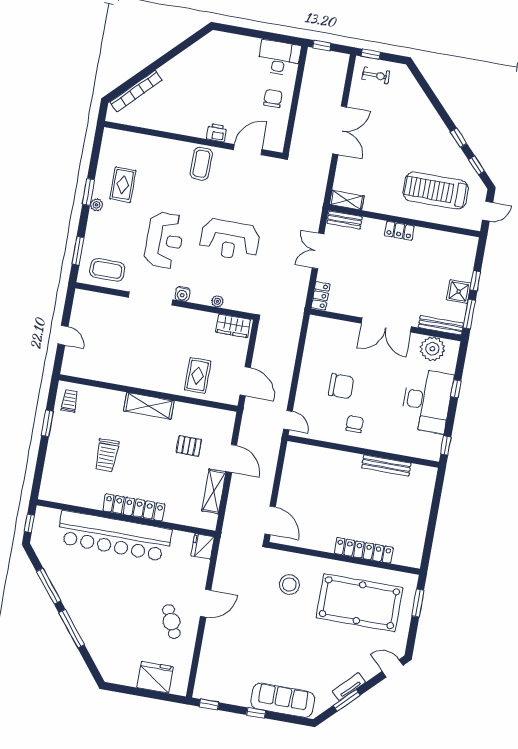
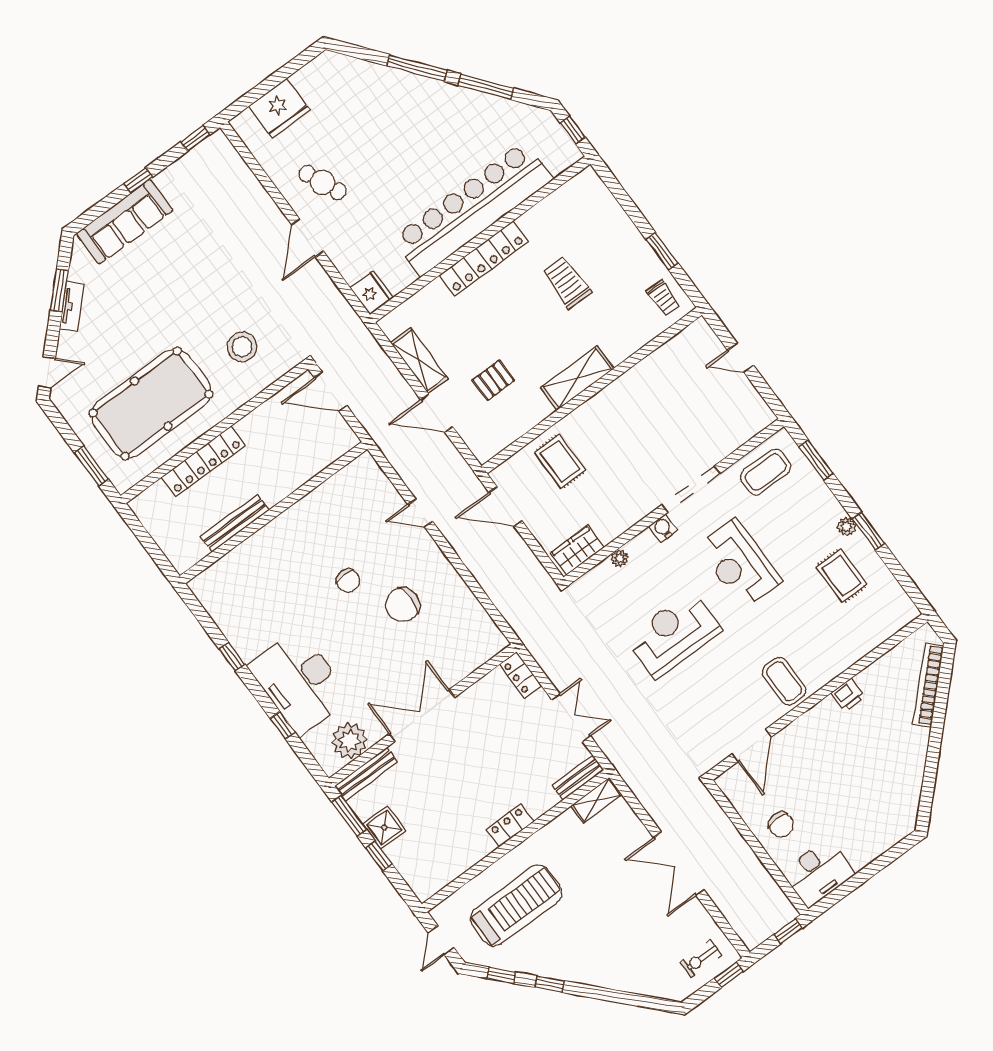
printer: (217, 133) -> (848, 695), moved
wall: (363, 451) -> (274, 513), moved
bench: (386, 465) -> (235, 523), moved

